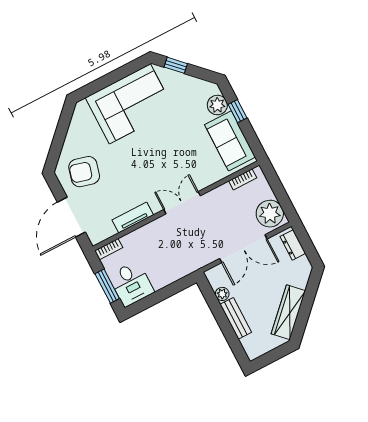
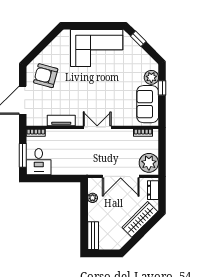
wardrobe: (288, 312) -> (140, 219), moved
bench: (236, 318) -> (93, 236), moved

